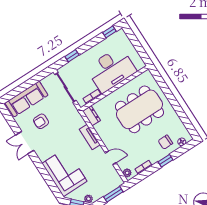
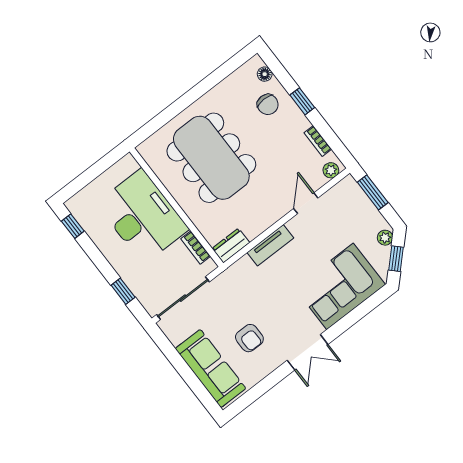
double door: (25, 143) -> (308, 352), moved

